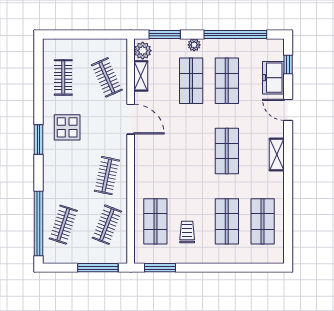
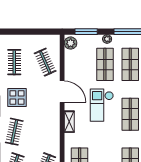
shelving: (141, 76) -> (69, 122), moved
checkout: (187, 138) -> (102, 105), added
clothes rail: (107, 176) -> (14, 132), moved

